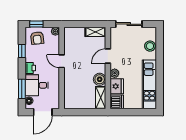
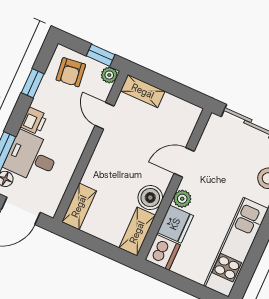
window: (36, 24) -> (101, 55), moved
shelving: (95, 32) -> (143, 91), moved
door: (62, 61) -> (105, 116), moved
shelving: (69, 98) -> (79, 206), added

